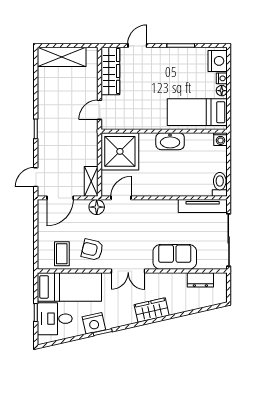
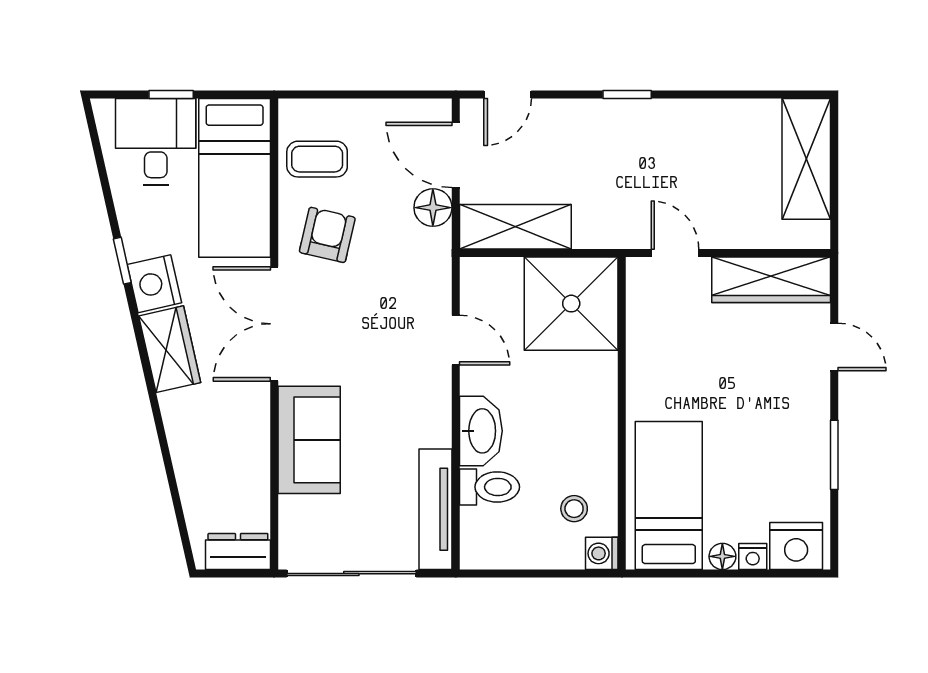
washbasin: (170, 141) -> (481, 431), moved, turned 180
stool: (202, 150) -> (574, 509), added
door: (36, 177) -> (508, 95), swing flipped
shelving: (91, 181) -> (515, 227), width x1.50, depth x1.33
toilet: (220, 184) -> (489, 487), moved
door: (121, 198) -> (456, 340), moved
floor lamp: (97, 207) -> (433, 208), moved
double door: (128, 271) -> (274, 324), width x1.37
dresser: (200, 280) -> (238, 551), moved, turned 90
wardrobe: (152, 310) -> (170, 349), moved
nightstand: (94, 323) -> (154, 284), moved

